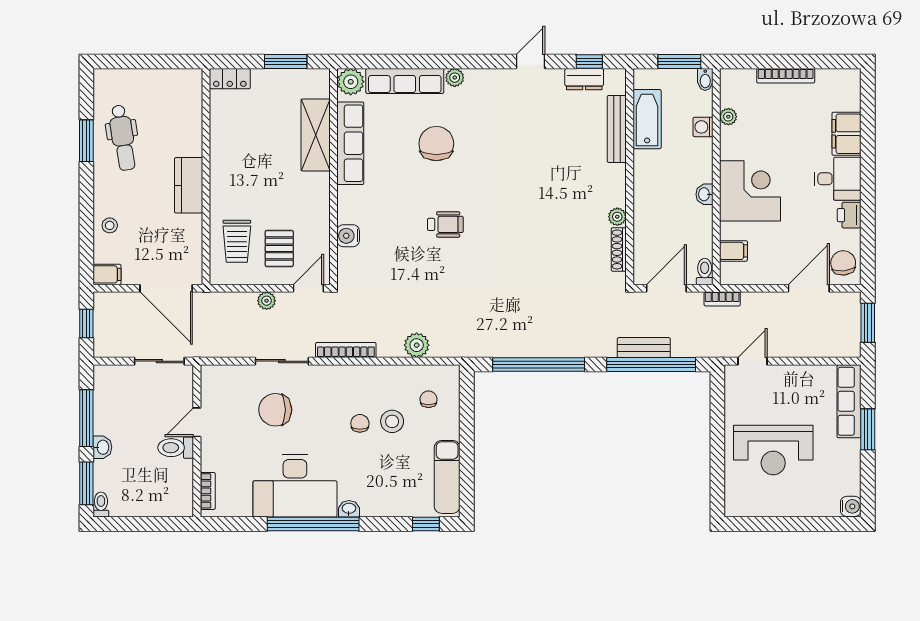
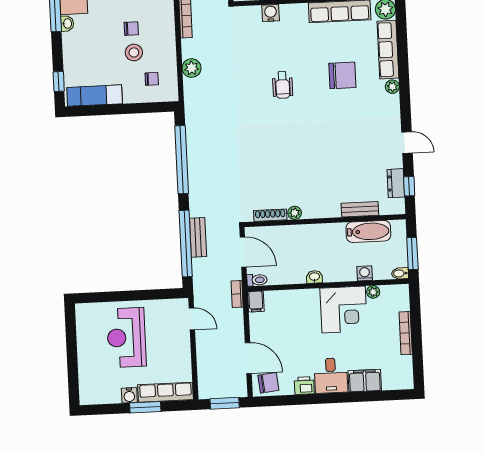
bench: (617, 129) -> (360, 209), width x0.73
corner desk: (750, 191) -> (344, 310), moved
filing cabinet: (733, 251) -> (256, 302), moved
water cooler: (851, 506) -> (129, 395), moved

